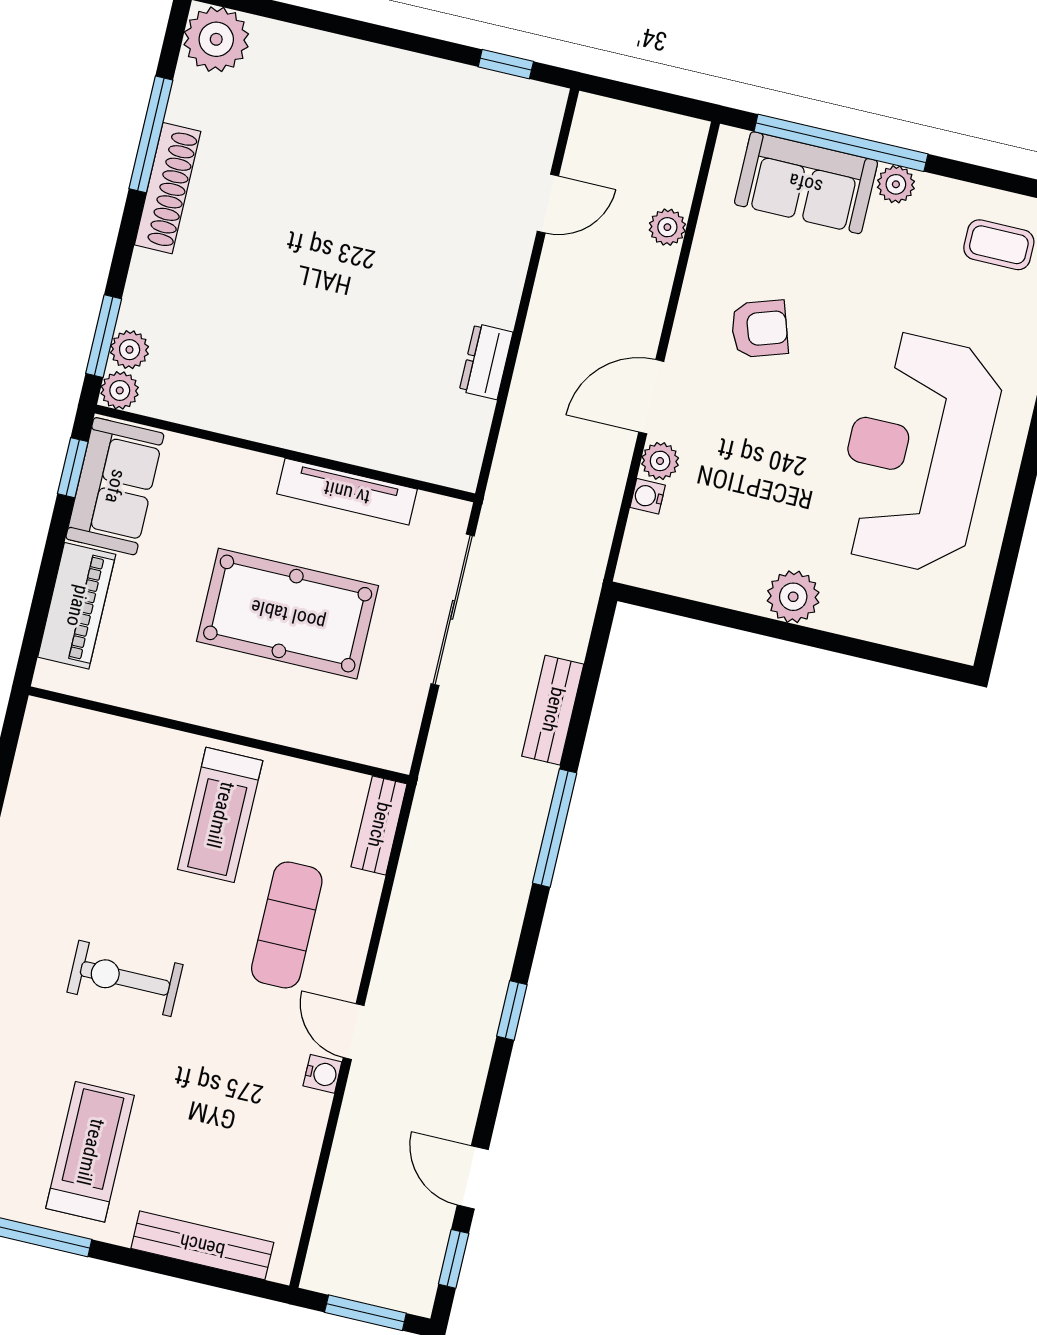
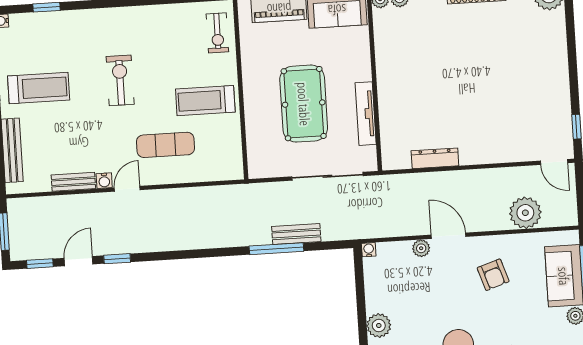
door: (548, 204) -> (554, 162), moved
plant: (667, 227) -> (525, 213), width x1.87, depth x1.87
dresser: (486, 361) -> (435, 158), width x1.44
water cooler: (648, 496) -> (369, 250), moved
exercise bike: (88, 748) -> (217, 33), added
bench: (379, 825) -> (73, 182), moved
window: (555, 828) -> (276, 249), moved
window: (512, 1010) -> (117, 259), moved

